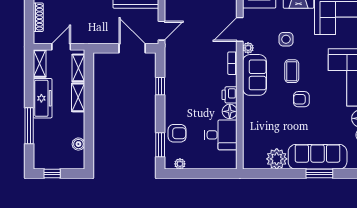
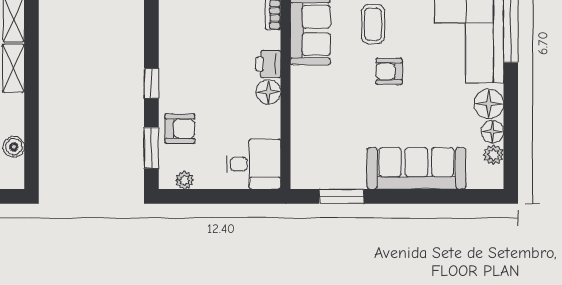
window: (160, 86) -> (151, 83), moved
desk: (221, 135) -> (254, 164), moved
plant: (277, 159) -> (348, 172), removed
window: (319, 174) -> (341, 196), moved

